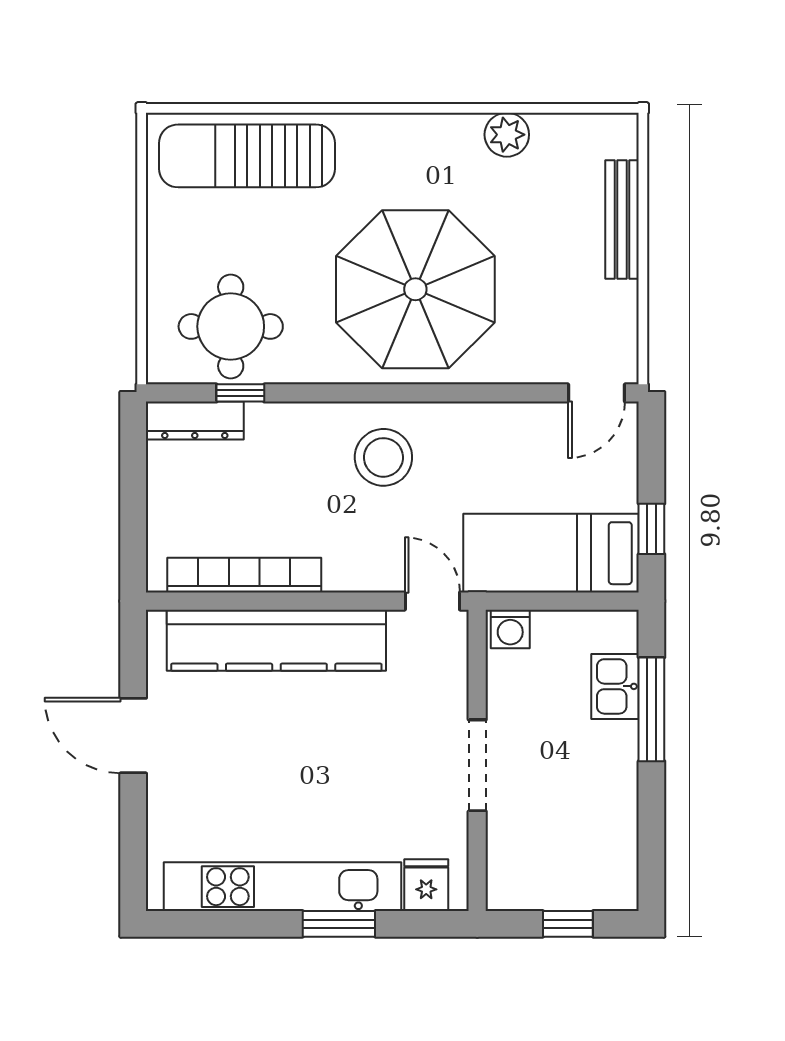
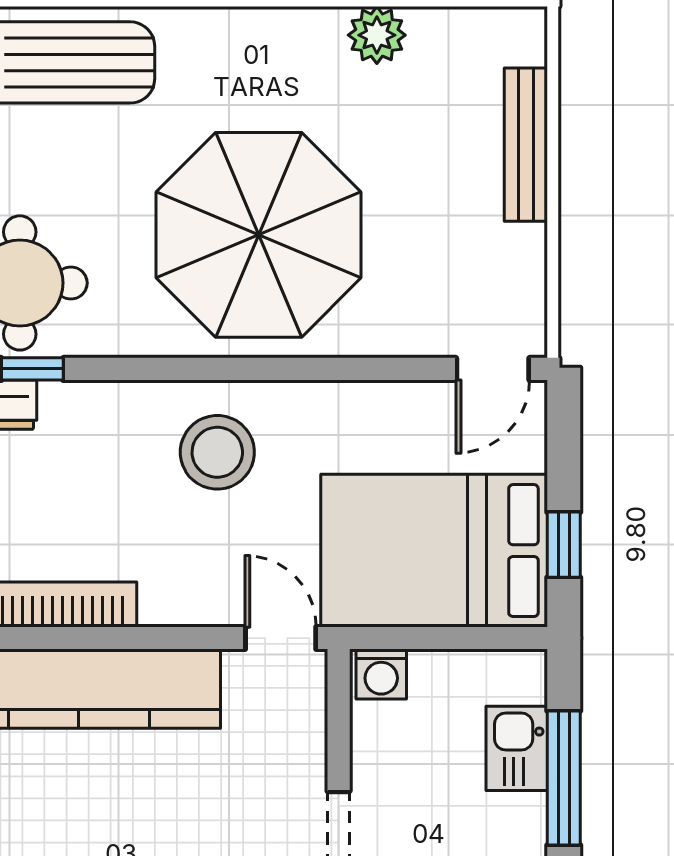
bed: (551, 553) -> (434, 551), width x1.50

